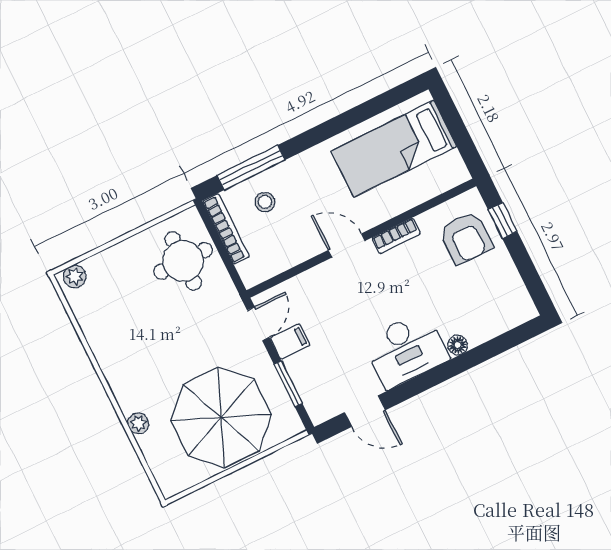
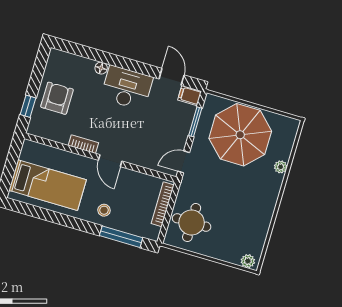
stool: (265, 202) -> (104, 210), moved
bookcase: (226, 229) -> (163, 204), moved
armchair: (466, 238) -> (57, 98), moved
filing cabinet: (290, 342) -> (190, 96), moved

